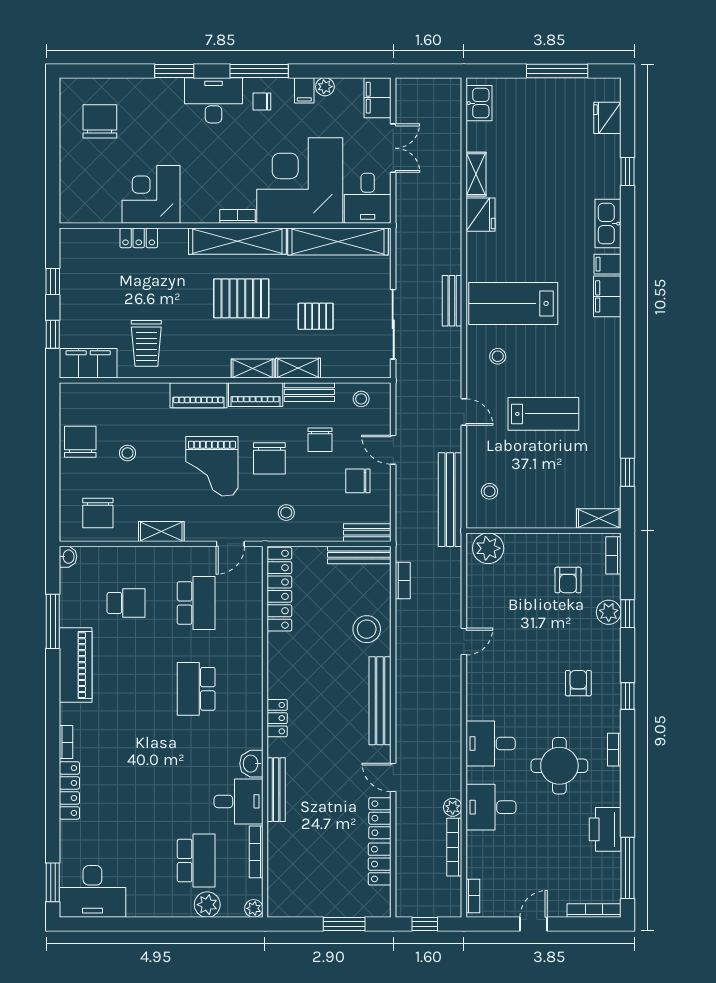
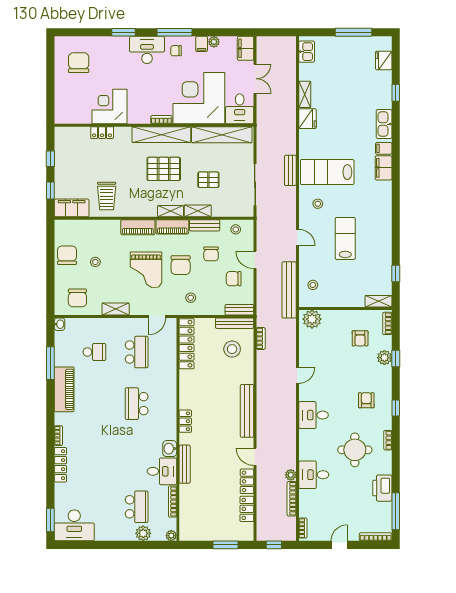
lab bench: (543, 414) -> (345, 238), turned -90
stool: (367, 629) -> (232, 349), moved
desk: (491, 744) -> (313, 415), moved

